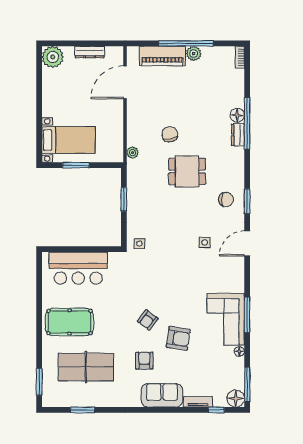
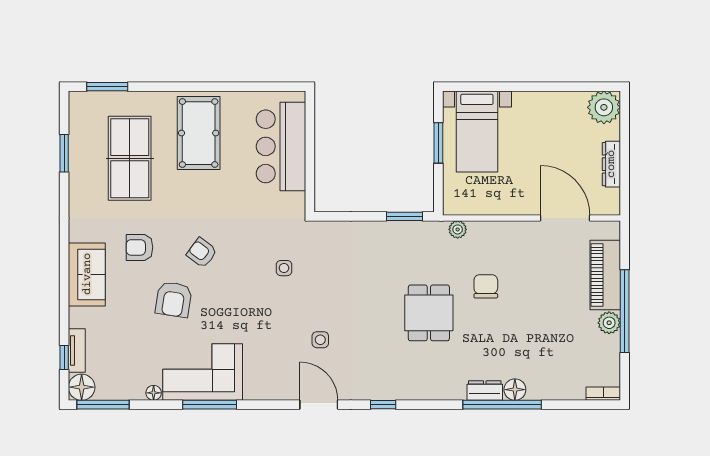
chair: (170, 134) -> (486, 286), turned -81
window: (124, 199) -> (405, 216), moved
chair: (226, 200) -> (386, 372), removed
window: (247, 201) -> (383, 405), width x0.67
side table: (139, 244) -> (284, 268), moved
armchair: (144, 361) -> (140, 247), turned 180
tv unit: (198, 402) -> (77, 350), moved

